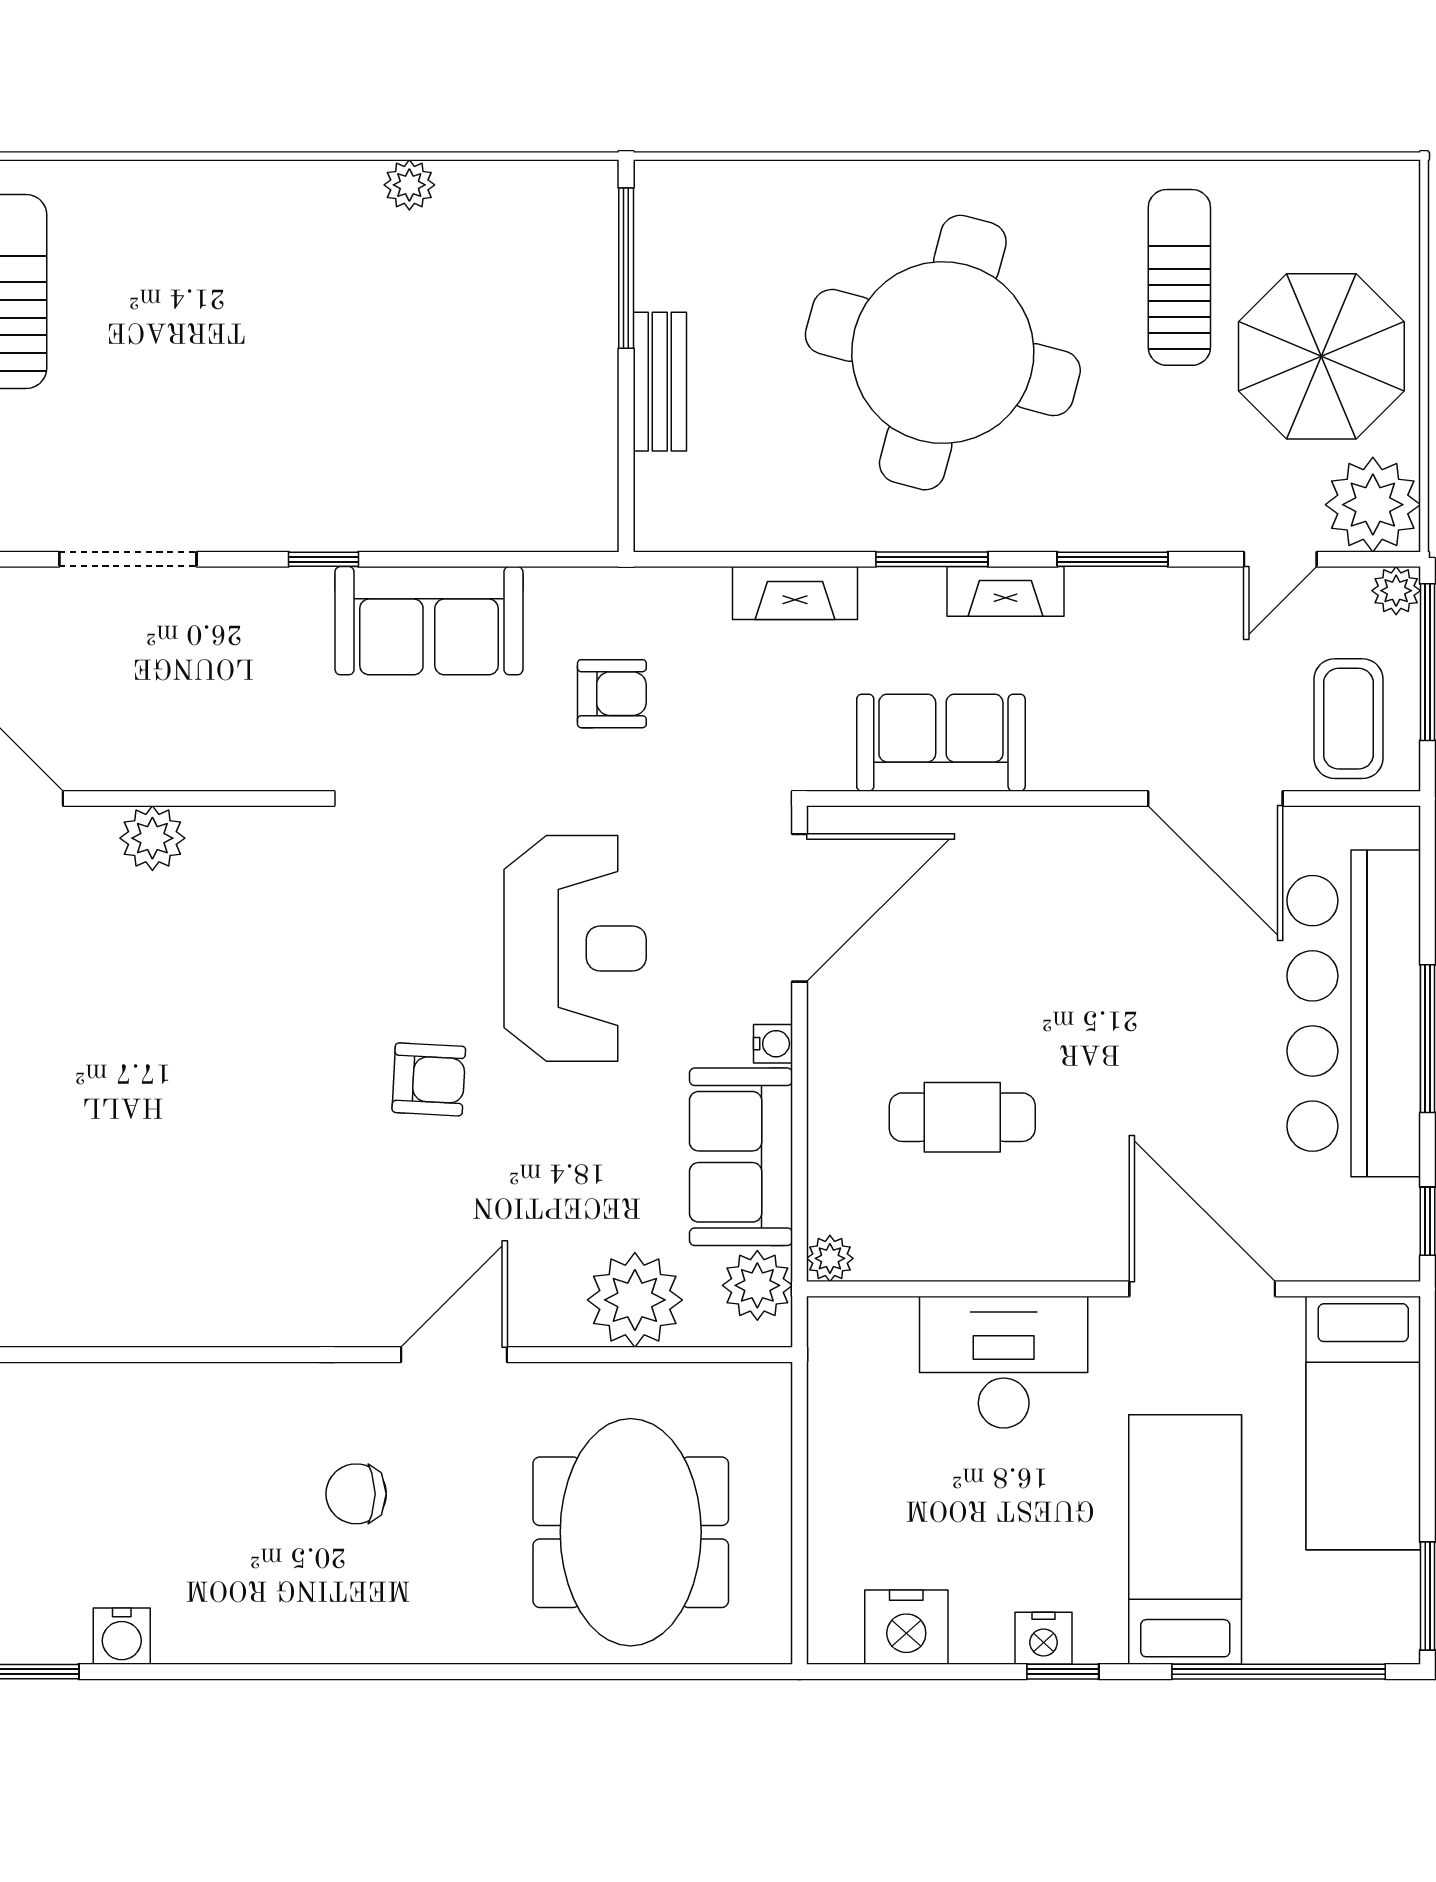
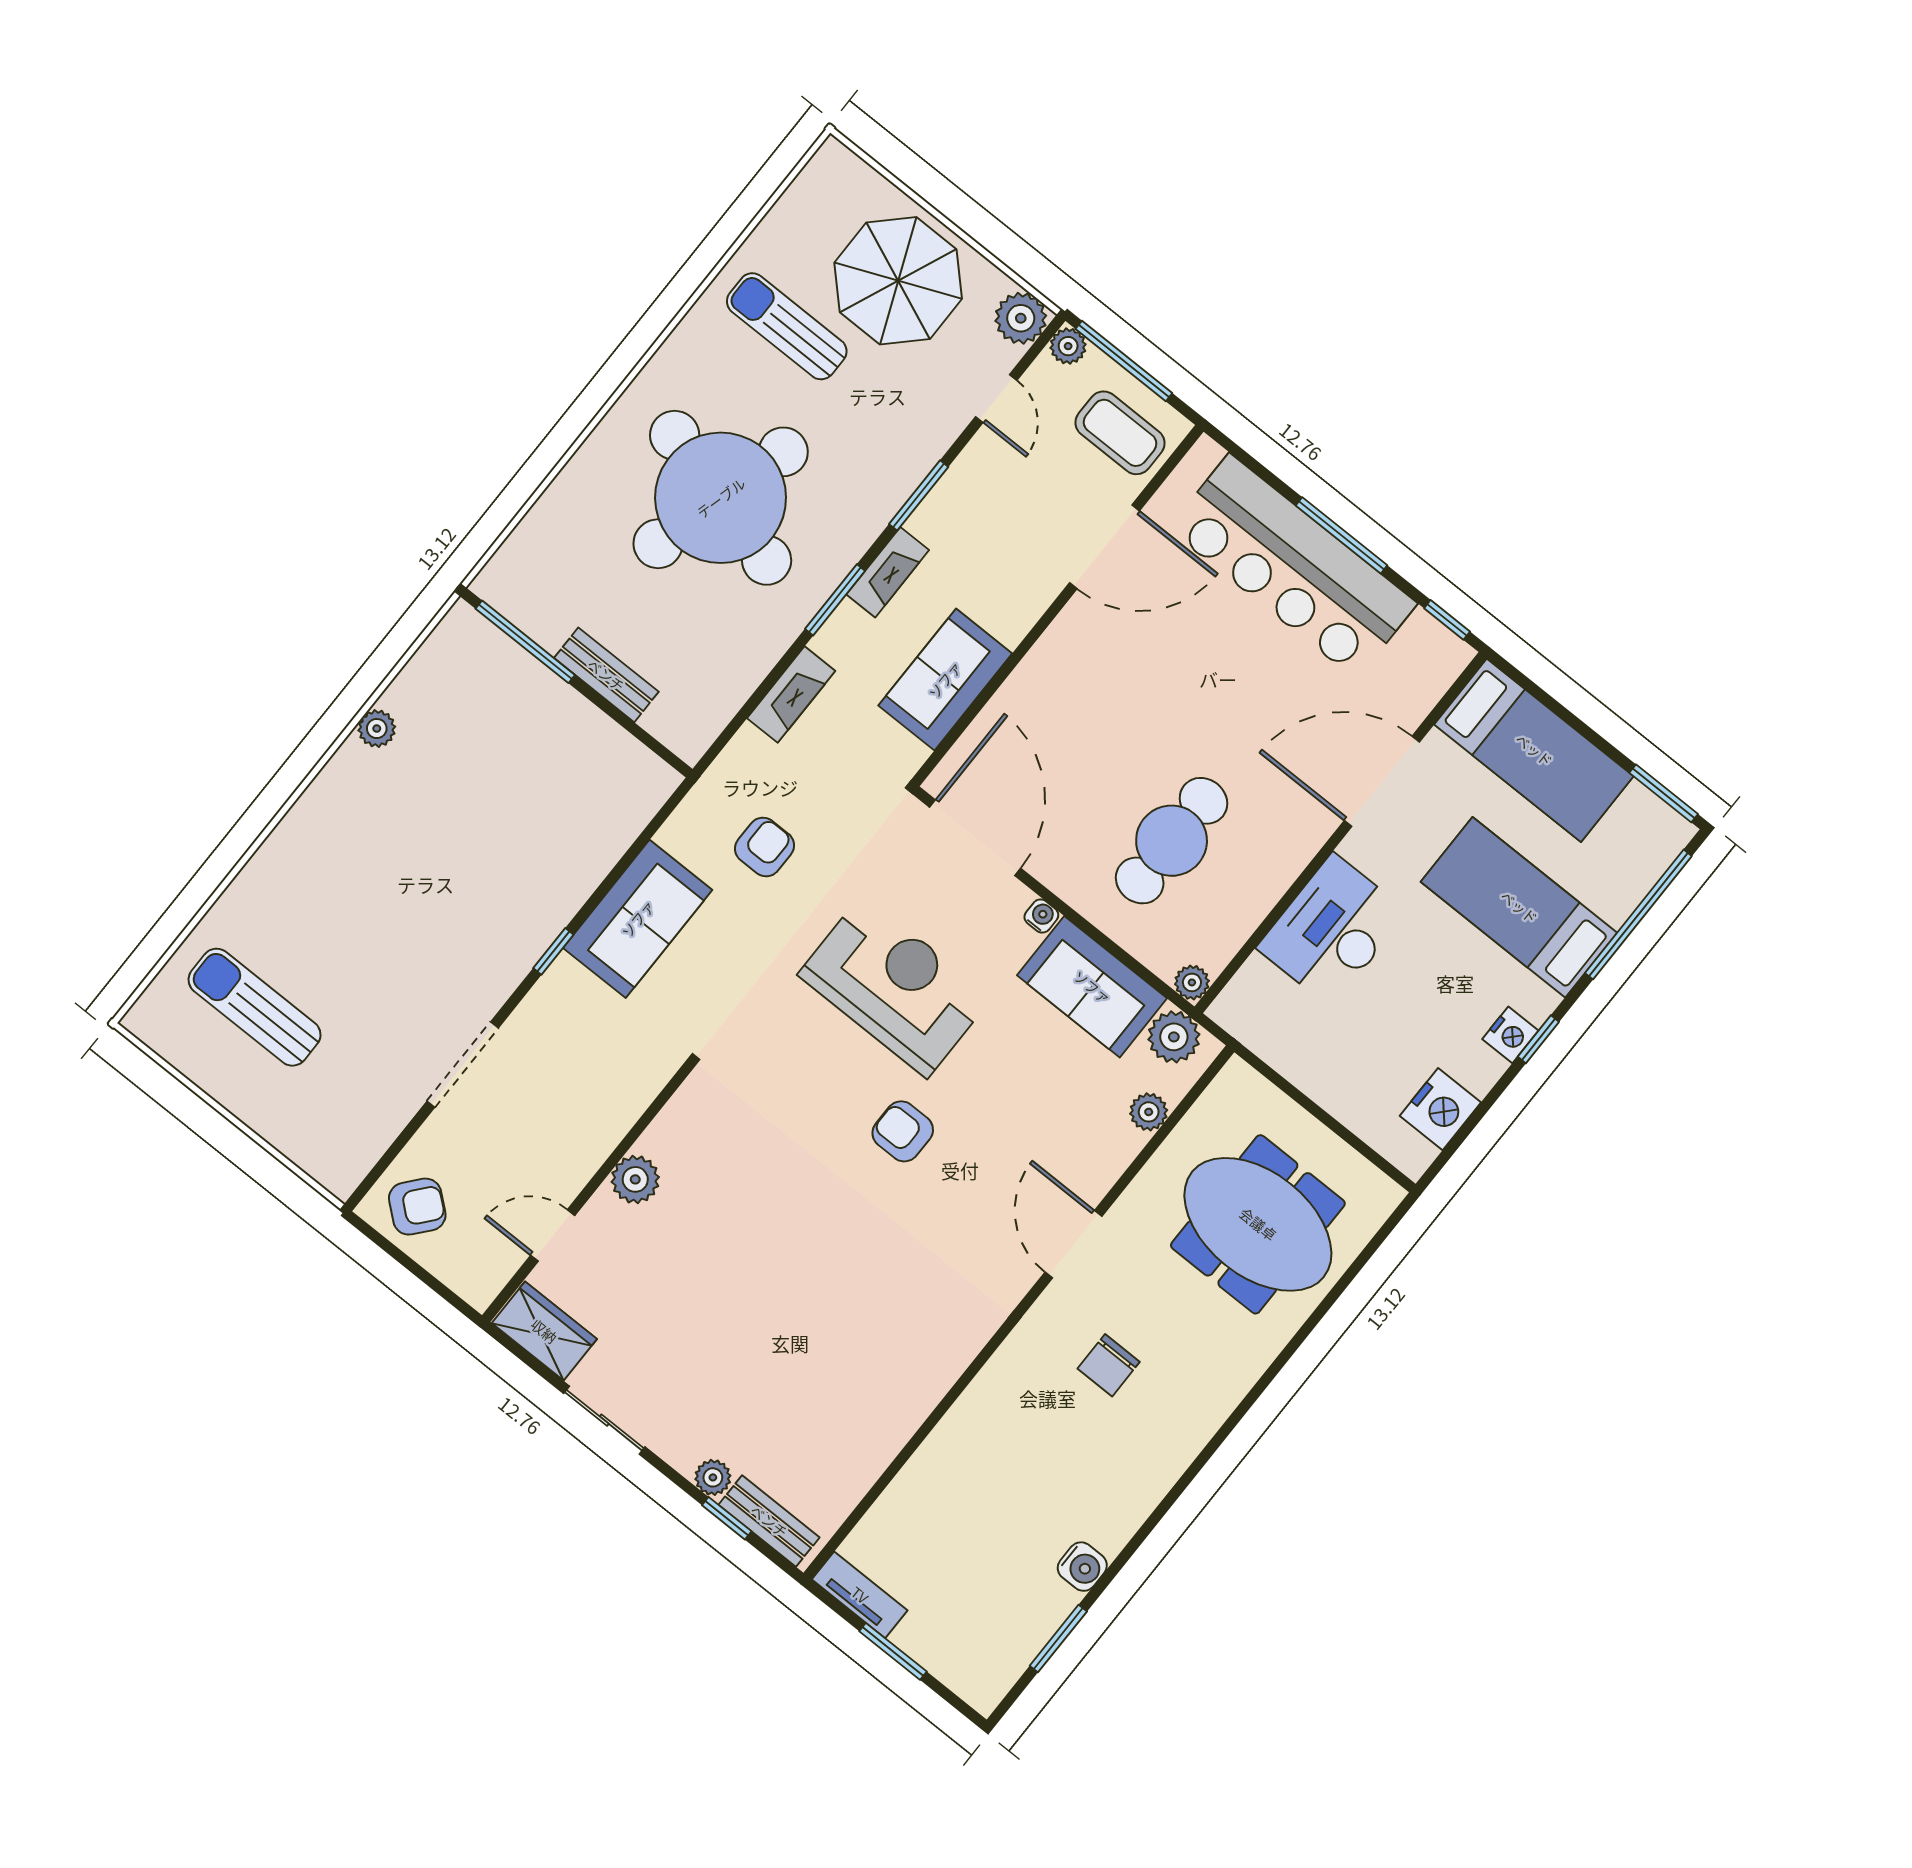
plant: (1373, 505) -> (1021, 318), width x0.73, depth x0.73
armchair: (429, 1079) -> (903, 1131), turned -93
cafe table: (962, 1117) -> (1172, 841), width x1.37, depth x1.35
plant: (635, 1300) -> (1149, 1112), width x0.53, depth x0.53

